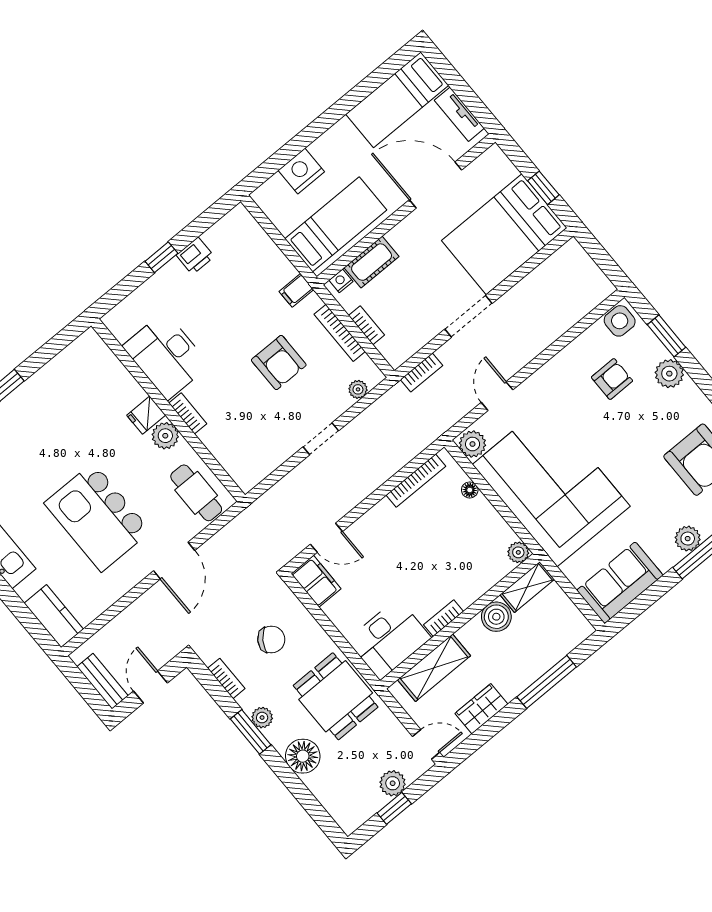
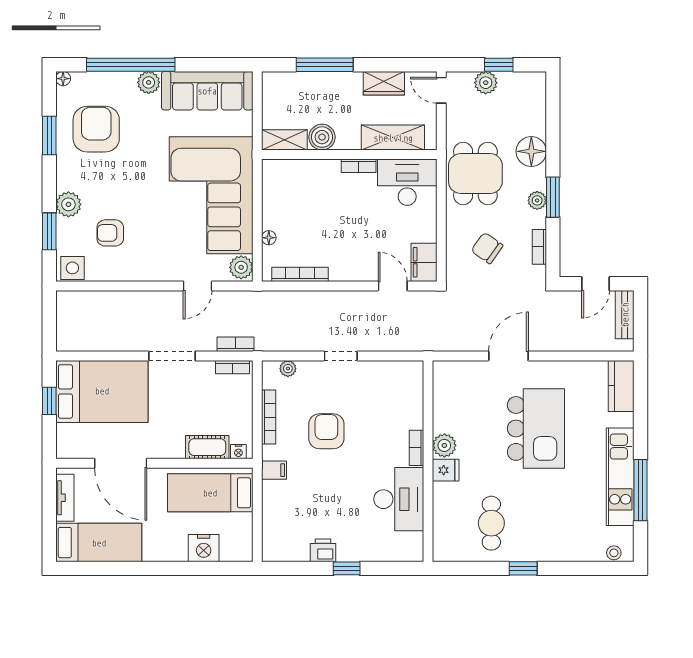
bookcase: (367, 325) -> (233, 367), moved, turned -90
cafe table: (196, 493) -> (491, 523), moved
plant: (518, 552) -> (271, 168), removed
sofa: (620, 583) -> (207, 91), width x1.36

